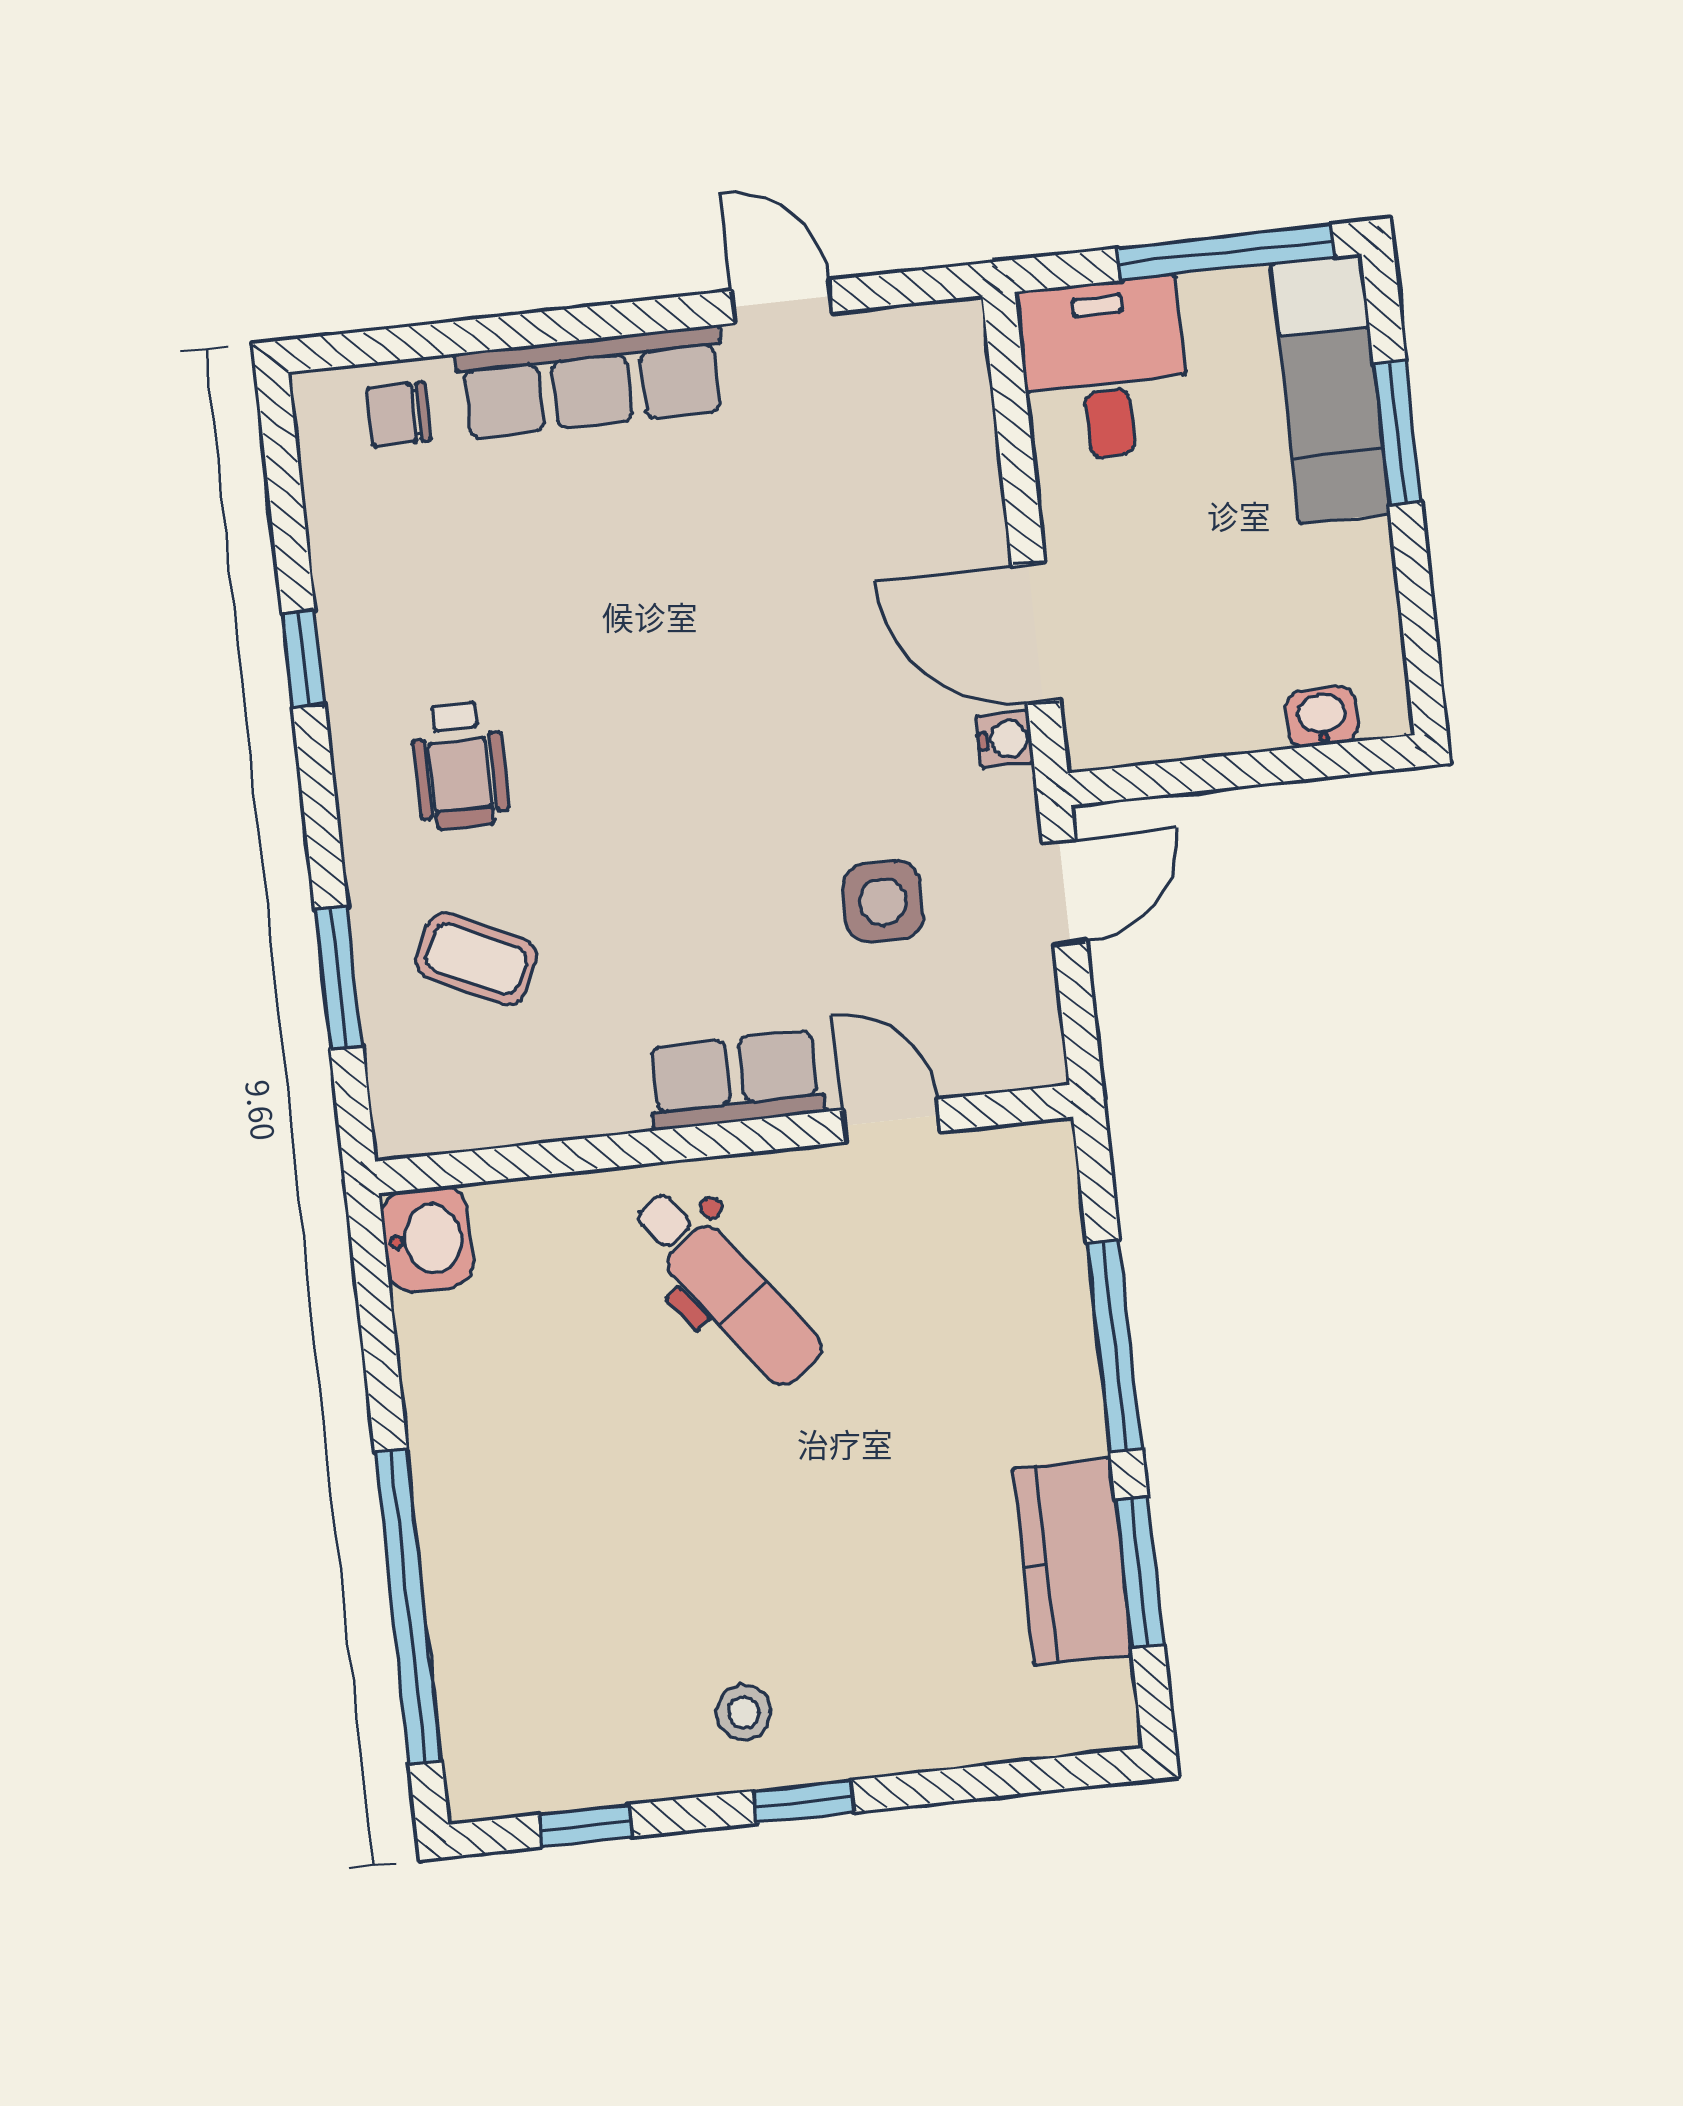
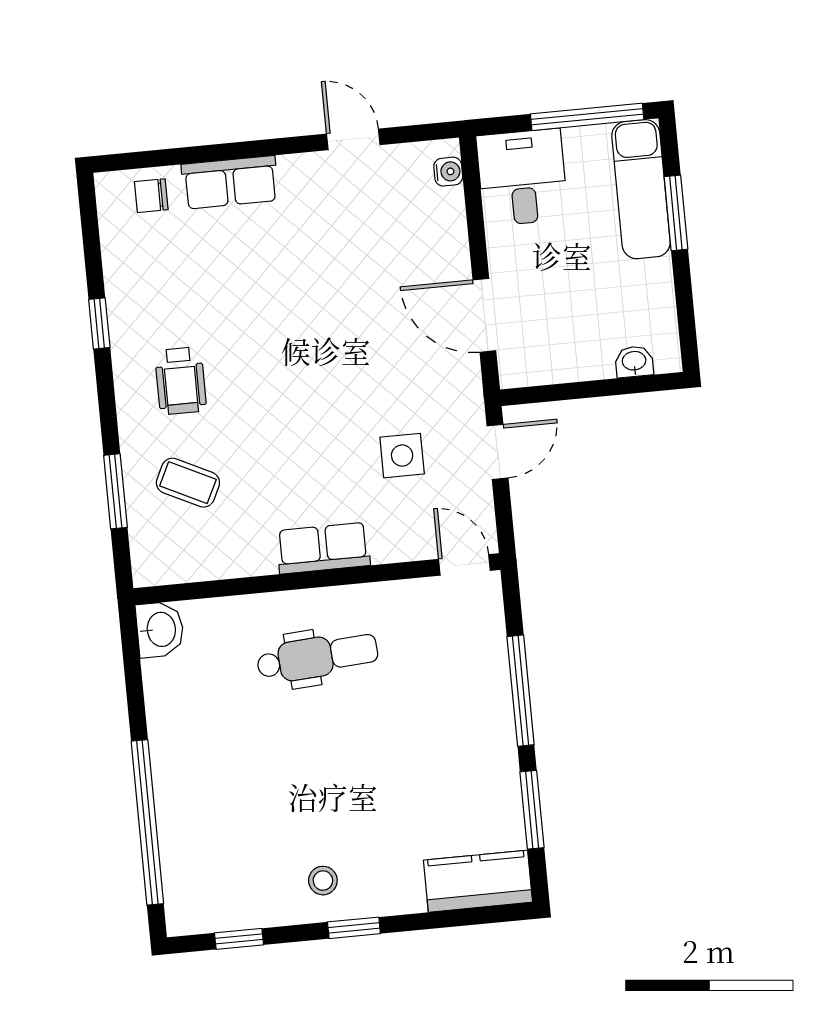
row of seats: (591, 382) -> (230, 182), width x0.68
water cooler: (1005, 739) -> (448, 172), moved
door: (892, 1121) -> (464, 565), moved
dental chair: (727, 1287) -> (317, 657), turned -57
kitchen counter: (1072, 1561) -> (478, 881), moved, turned 90

